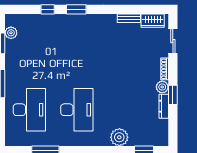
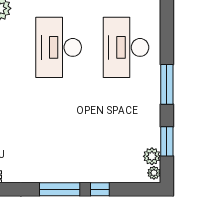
window: (76, 9) -> (60, 189), width x1.44
plant: (9, 21) -> (154, 173), added

